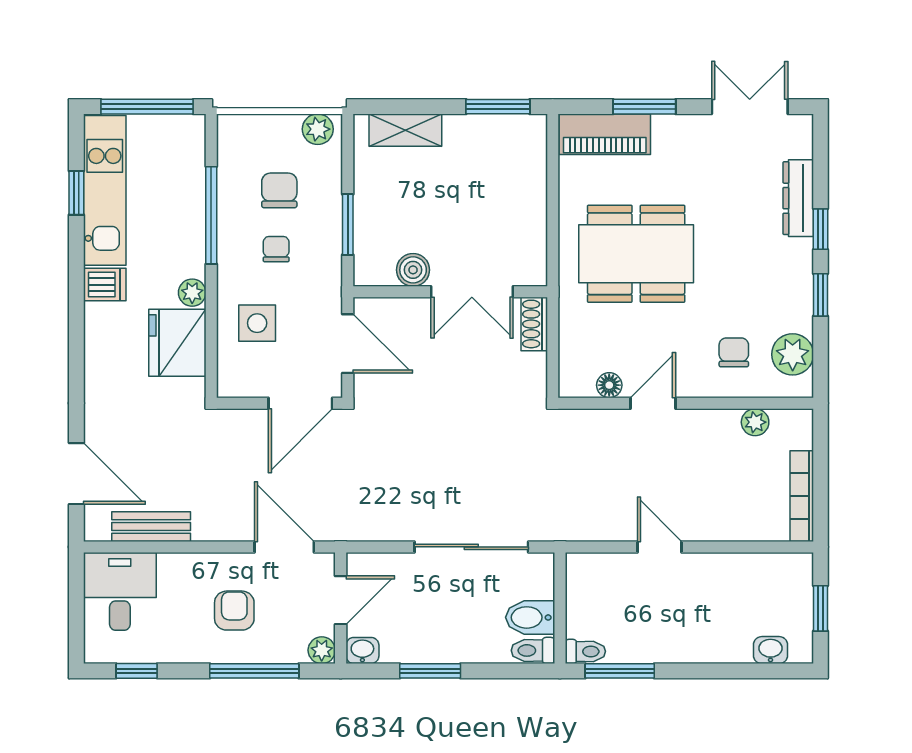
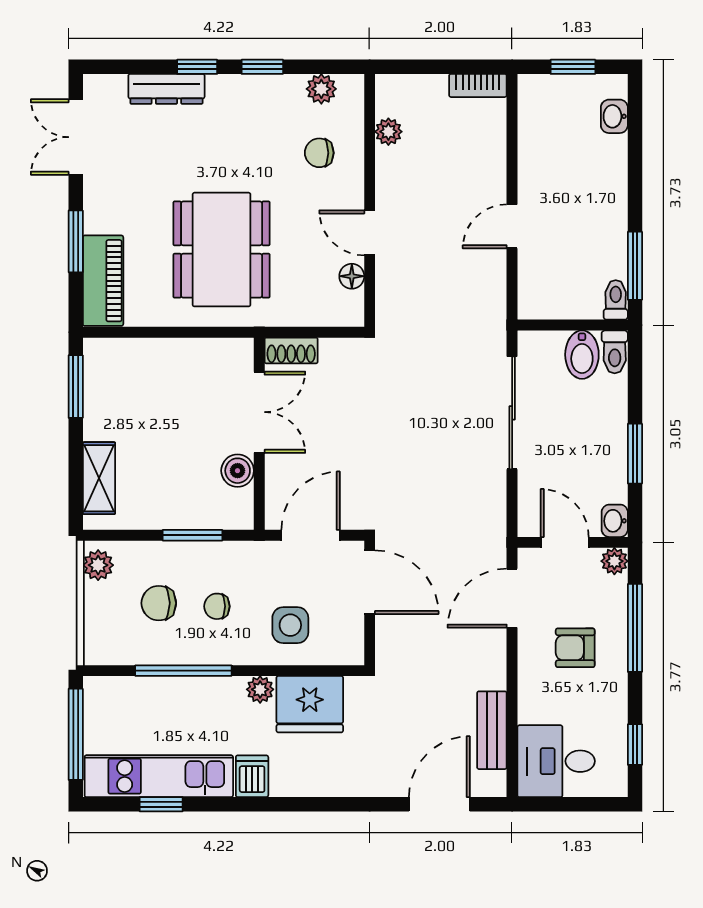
plant: (793, 354) -> (321, 89), width x0.73, depth x0.73
bookcase: (802, 496) -> (478, 85), width x0.64

